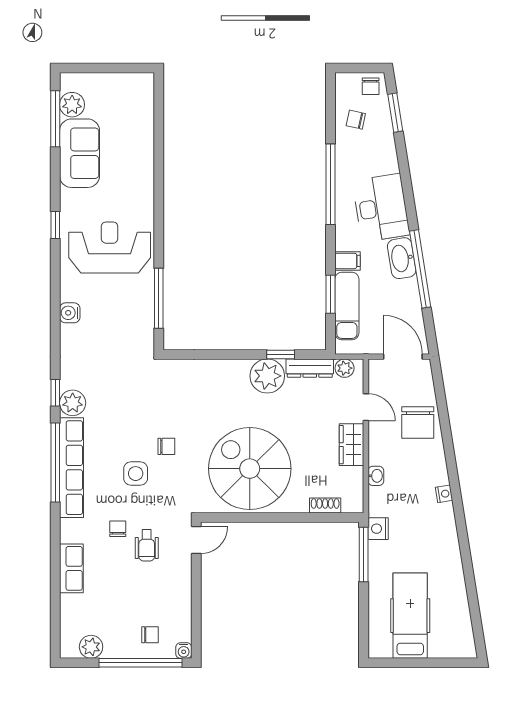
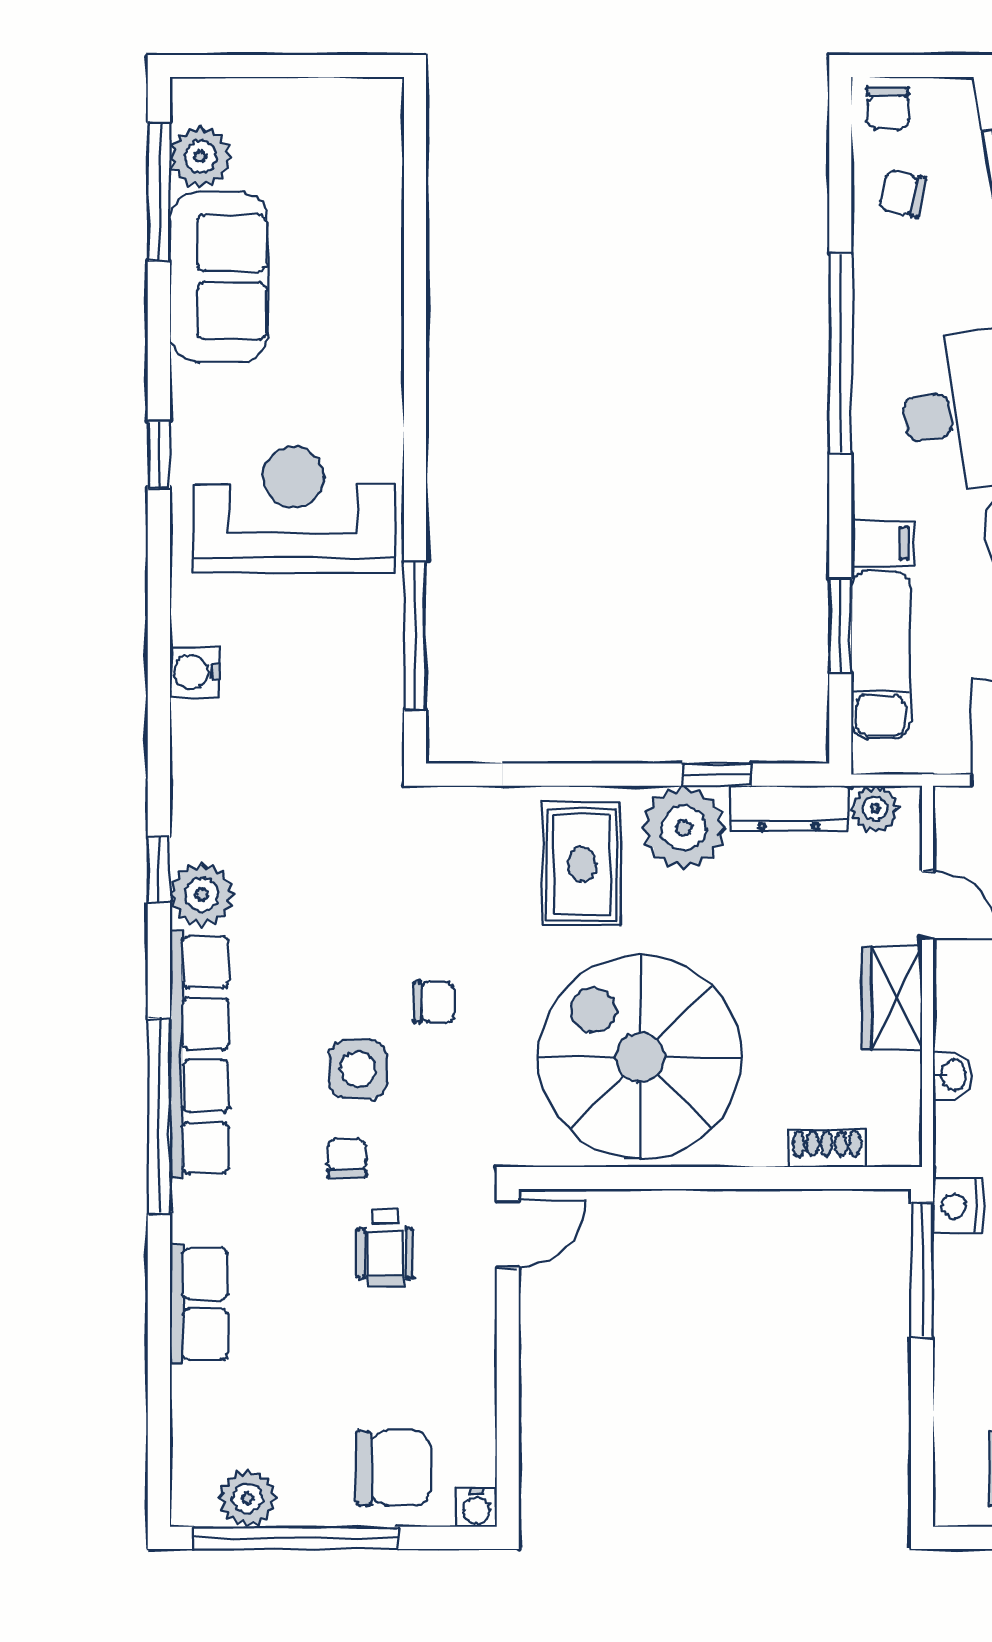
chair: (371, 86) -> (888, 108), moved
rug: (226, 391) -> (582, 864), added
window: (55, 462) -> (159, 1116), moved
chair: (118, 529) -> (347, 1158), moved
chair: (150, 635) -> (394, 1468), width x1.87, depth x1.87
window: (140, 663) -> (295, 1538), moved

